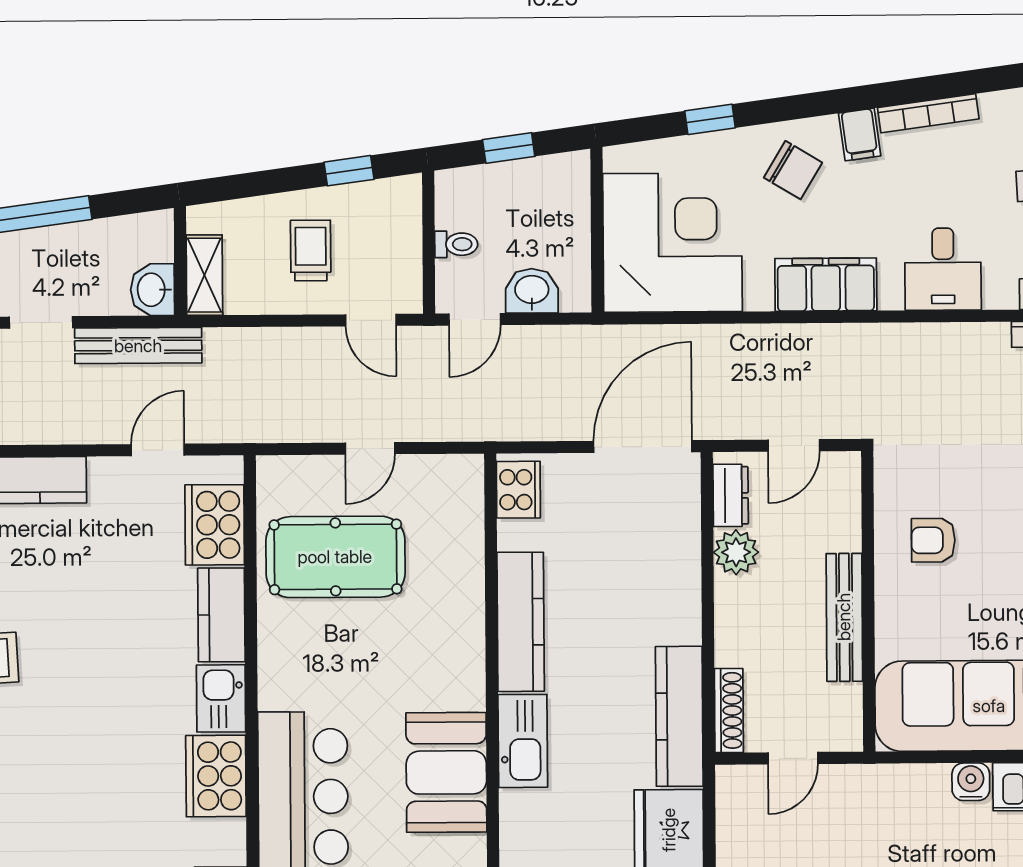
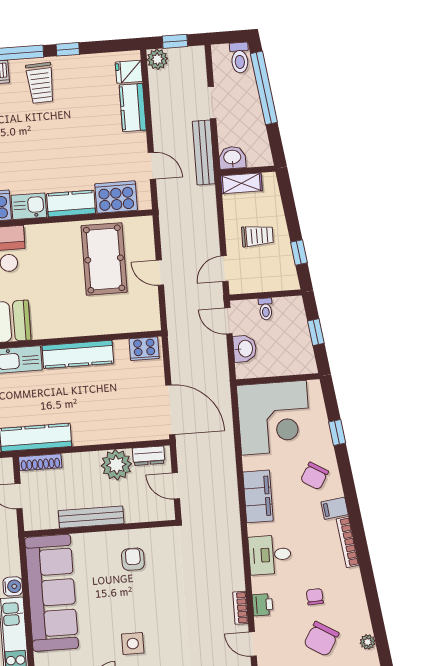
plant: (736, 552) -> (116, 465), width x1.36, depth x1.36

